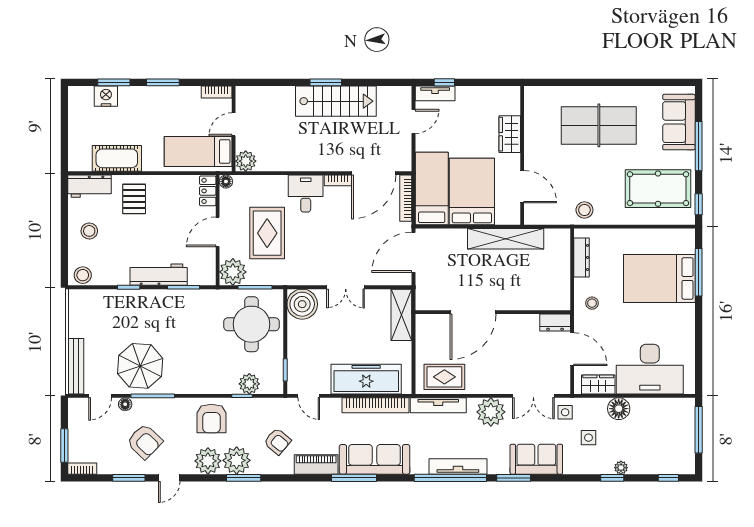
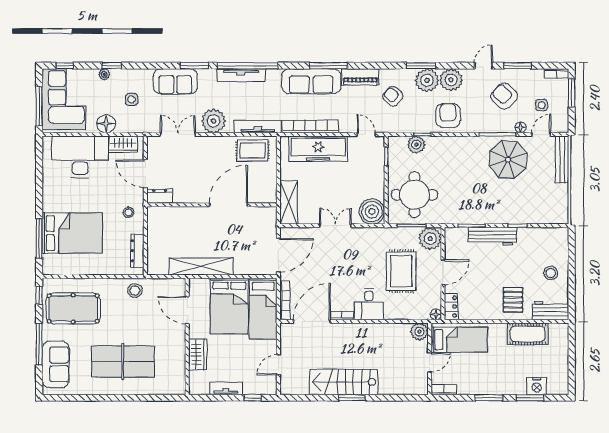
tv unit: (435, 93) -> (226, 388), moved
stool: (83, 275) -> (556, 236), removed
side table: (565, 412) -> (541, 105), moved
corner sofa: (669, 438) -> (64, 99), added

